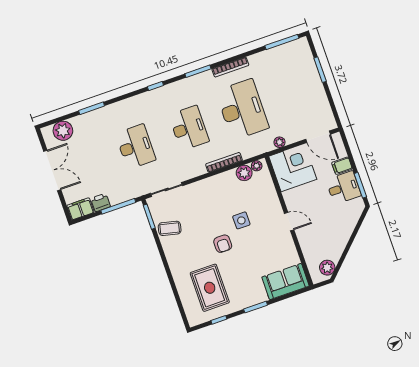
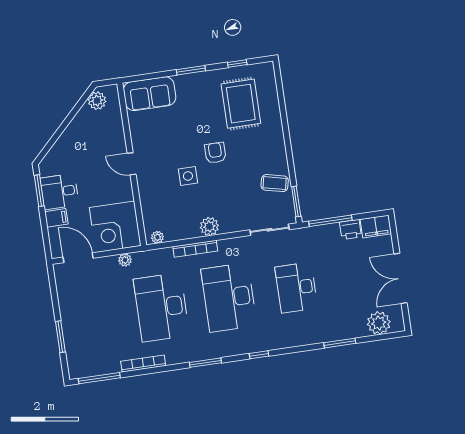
bookcase: (230, 67) -> (143, 363), moved
desk: (189, 128) -> (229, 297), width x1.36, depth x1.30
plant: (244, 173) -> (209, 226), moved

